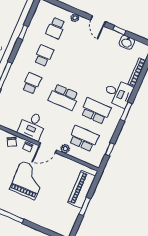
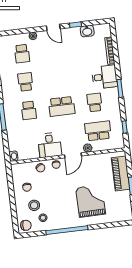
school desk: (32, 83) -> (29, 110), turned 180
school desk: (96, 111) -> (95, 102), width x0.54
grand piano: (28, 180) -> (91, 201), moved

